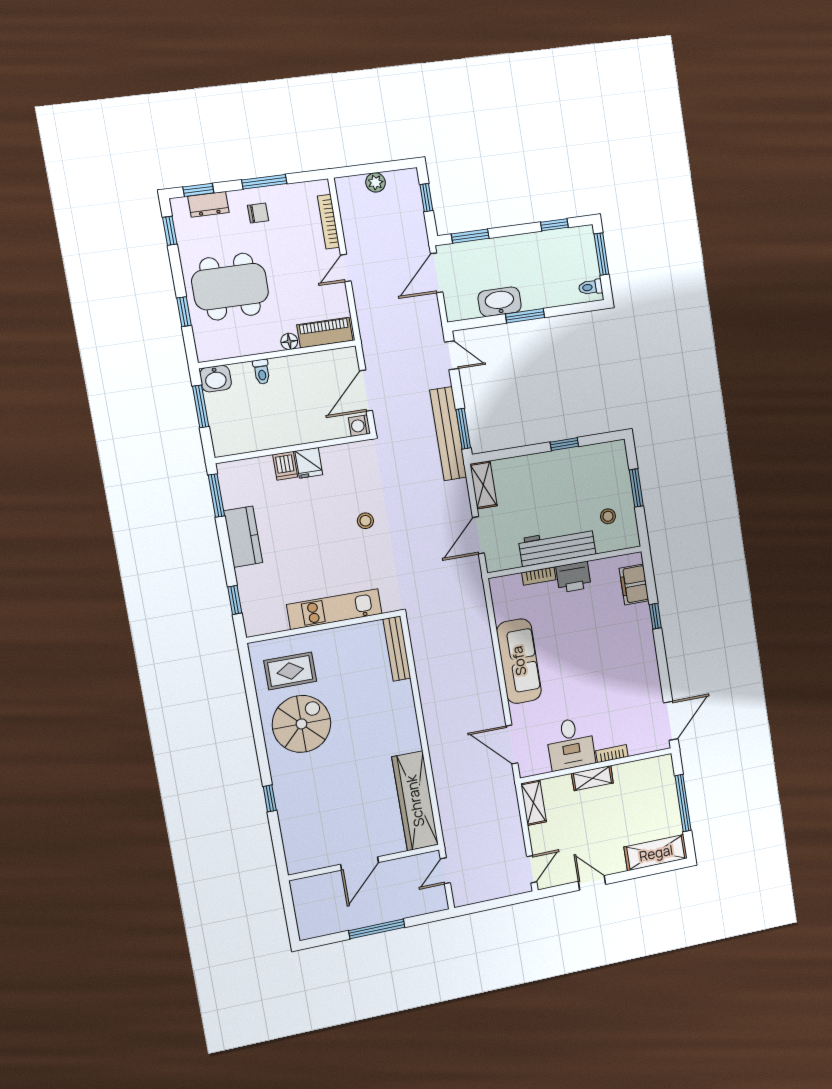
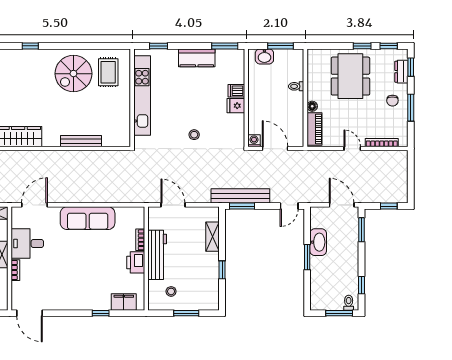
plant: (376, 182) -> (402, 176), removed
toilet: (591, 287) -> (349, 303), moved
window: (184, 312) -> (362, 46), moved
washbasin: (216, 379) -> (264, 56), moved, turned -90
shelving: (483, 485) -> (213, 237), moved, turned 90
kitchen unit: (334, 609) -> (142, 95), width x1.36
bench: (397, 649) -> (81, 141), moved
spiral stairs: (301, 724) -> (73, 74), turned 90

